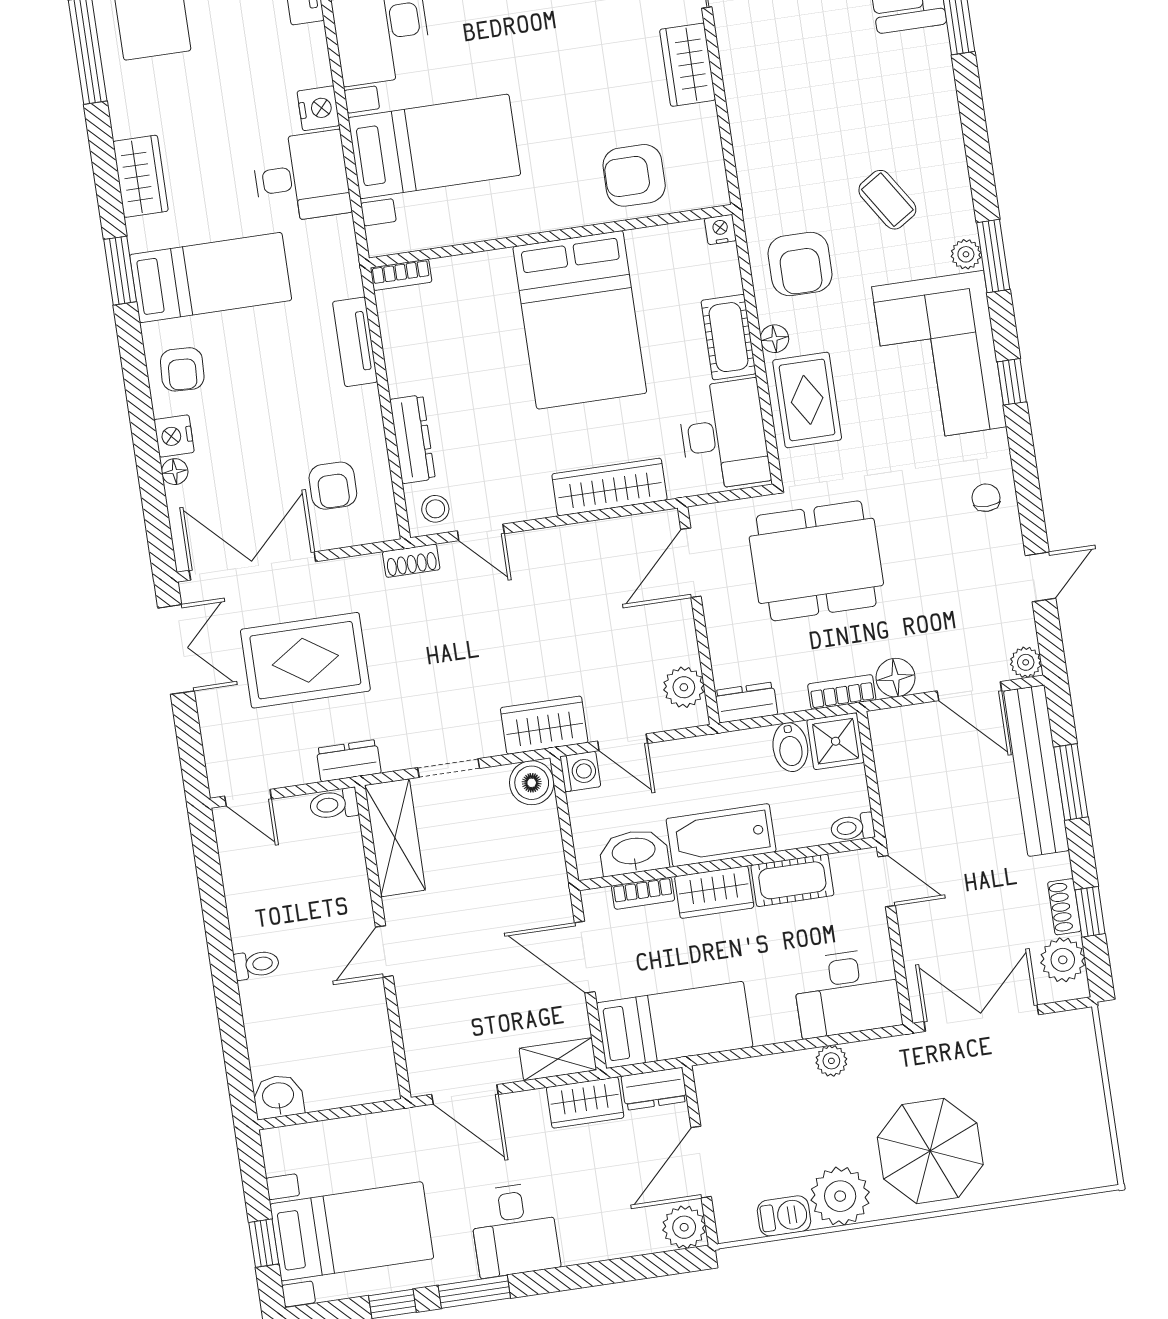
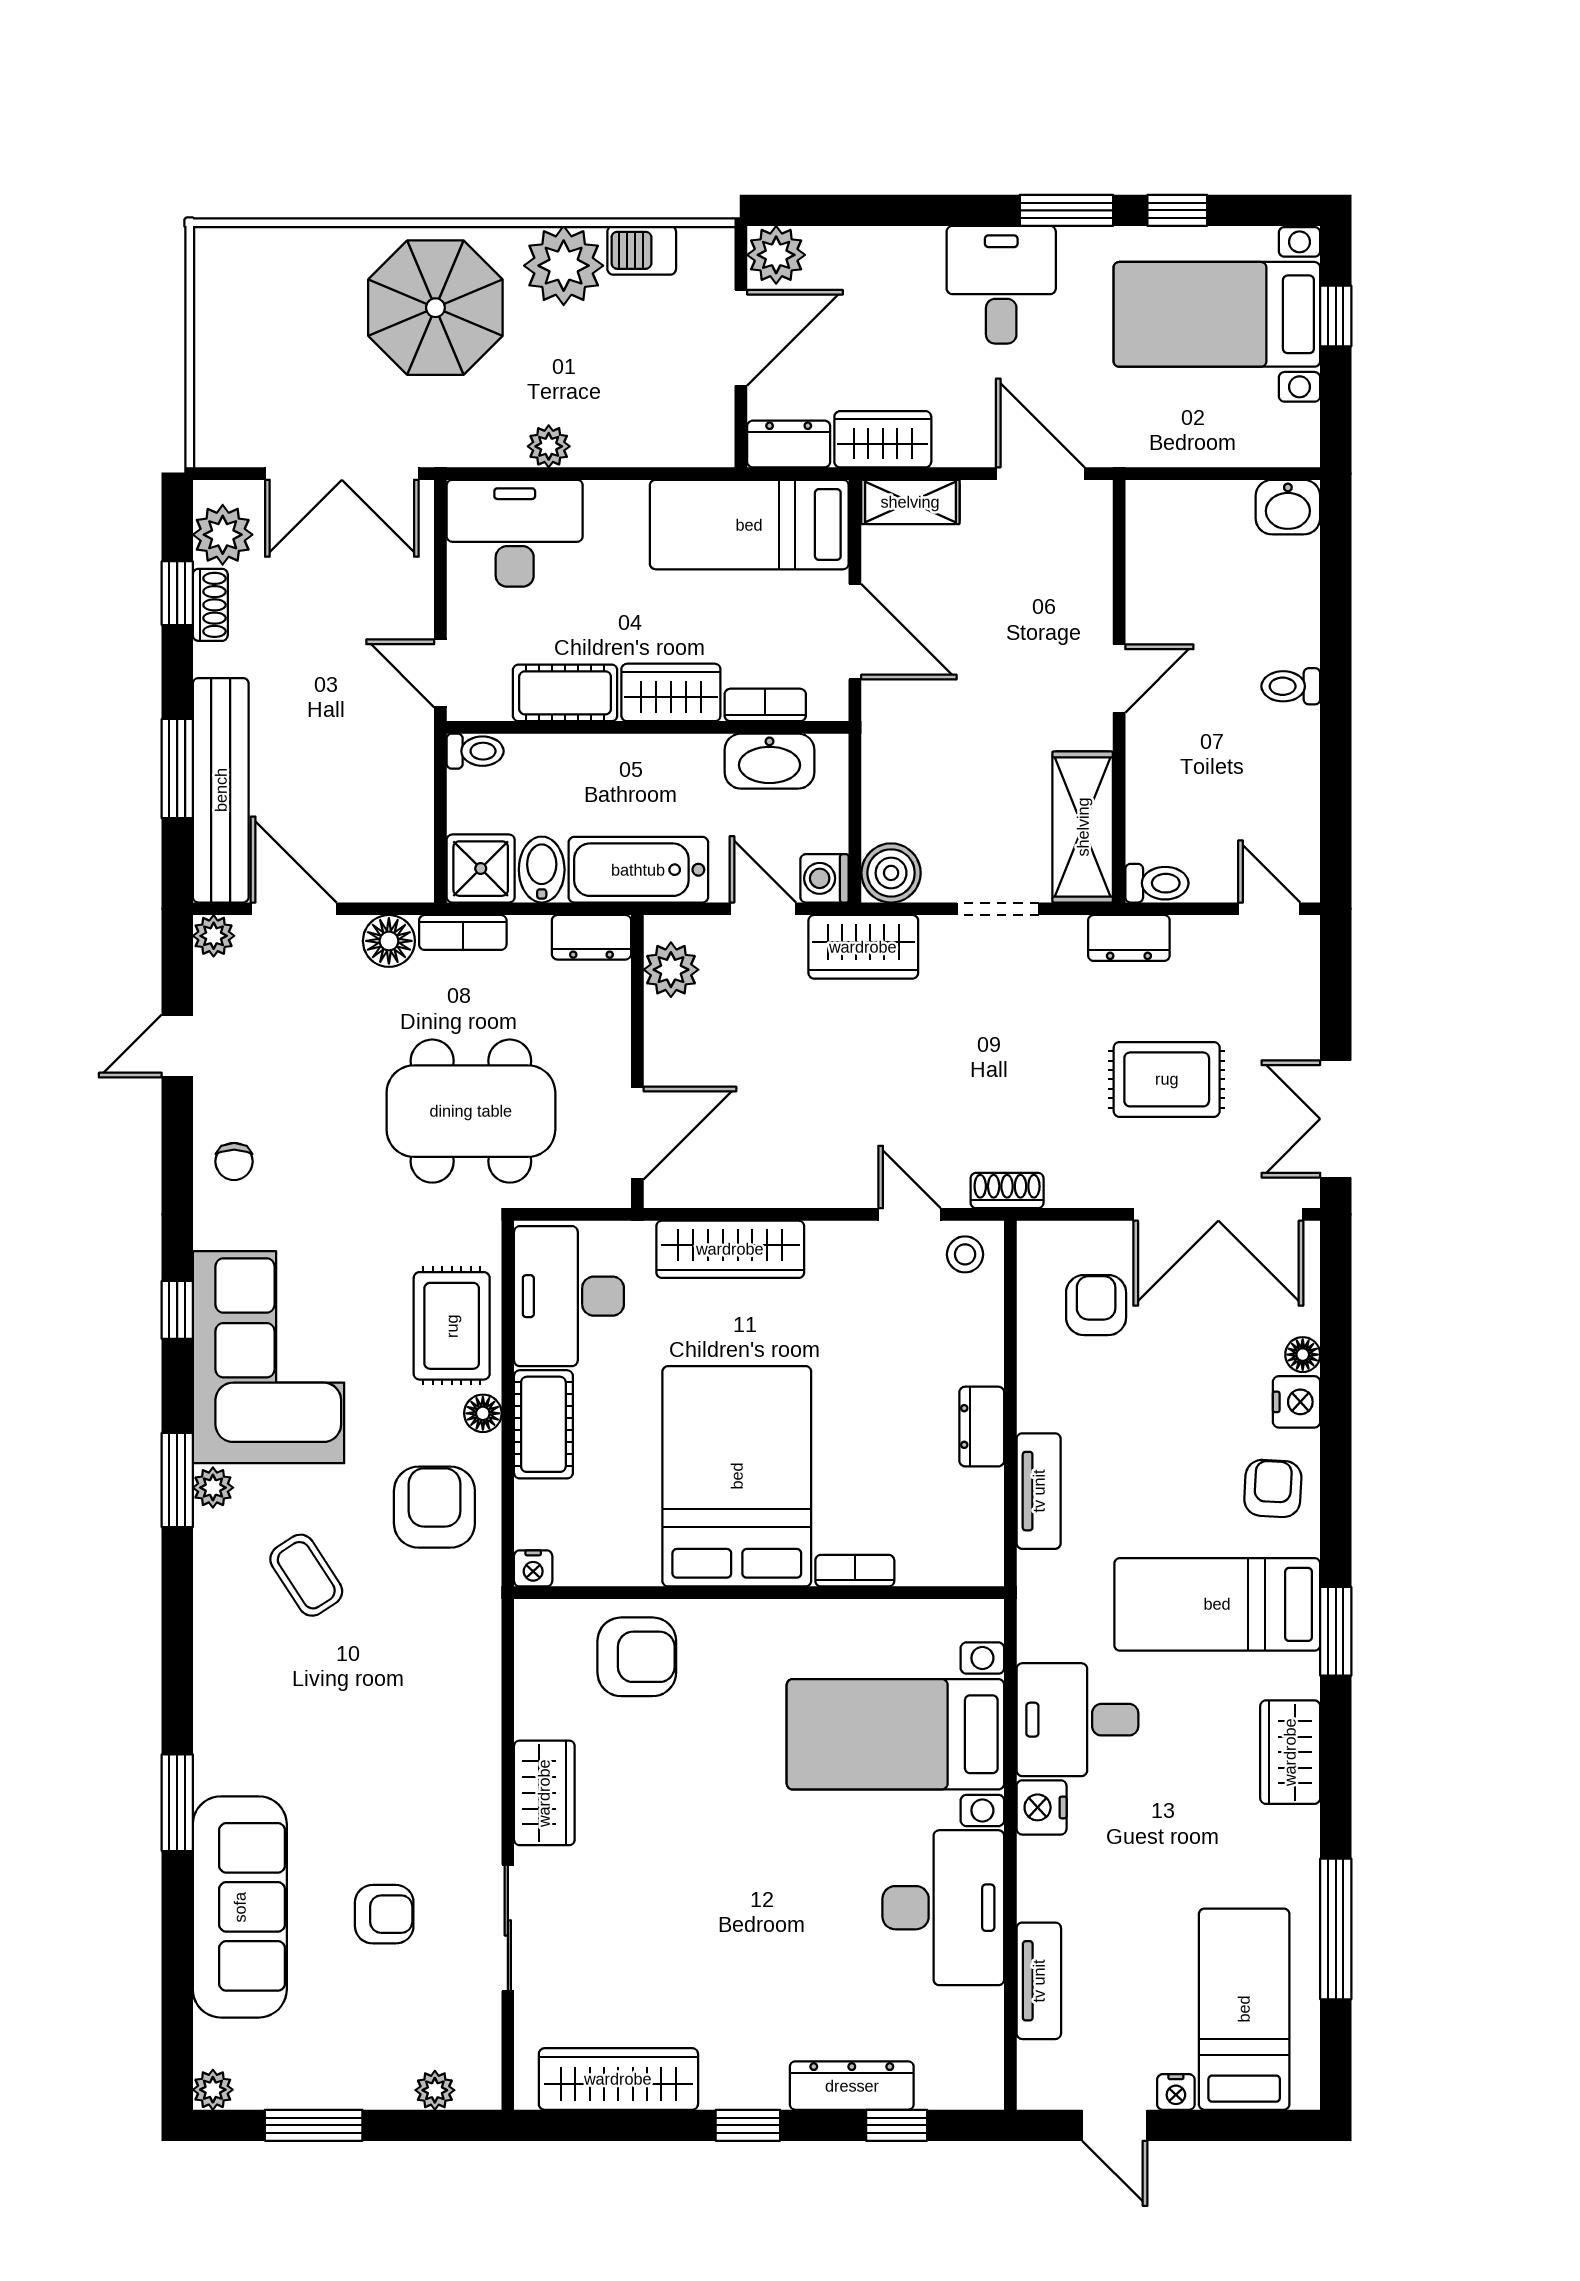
bookcase: (401, 275) -> (855, 1571), moved
dresser: (412, 439) -> (982, 1427), moved, width x0.70
rug: (305, 660) -> (1167, 1079), width x0.73, depth x0.70
bathtub: (721, 835) -> (638, 870), moved, turned 180

